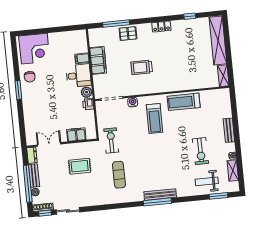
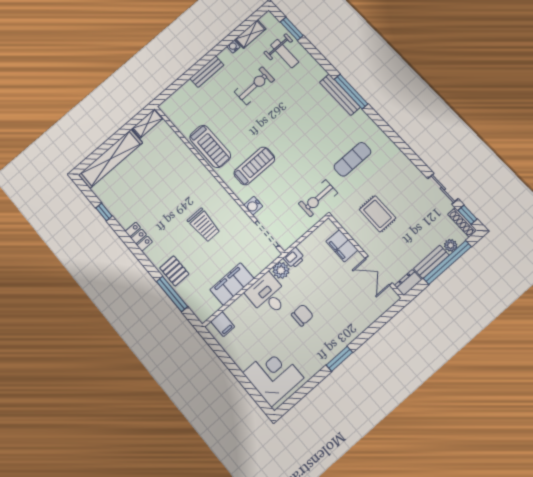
filing cabinet: (82, 58) -> (223, 324), moved
chair: (30, 77) -> (302, 315), moved

